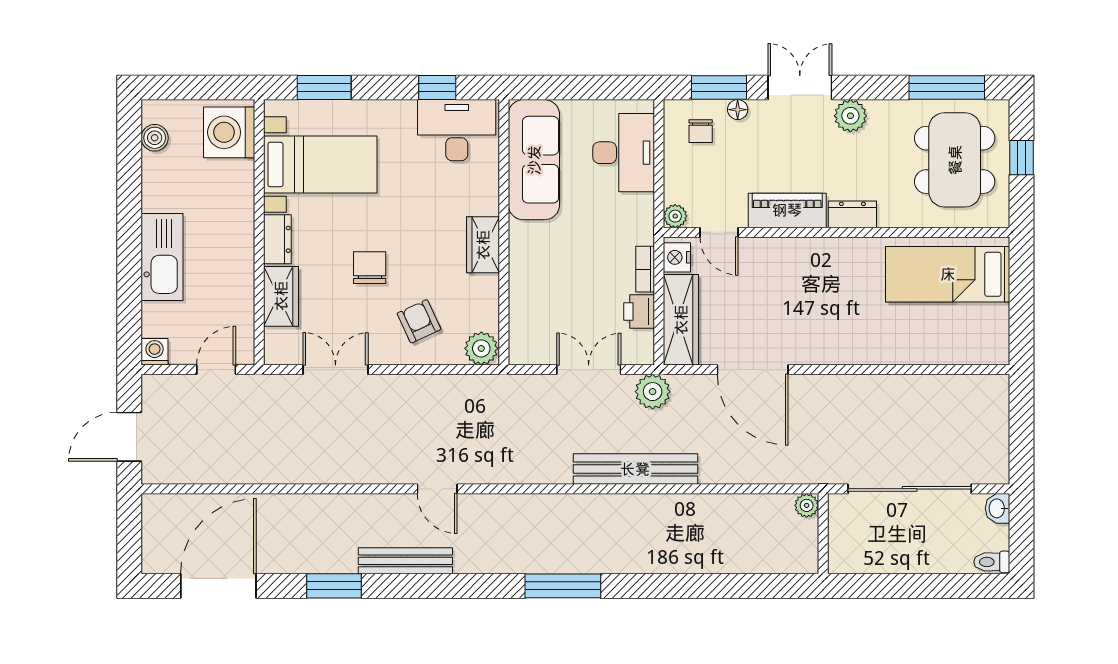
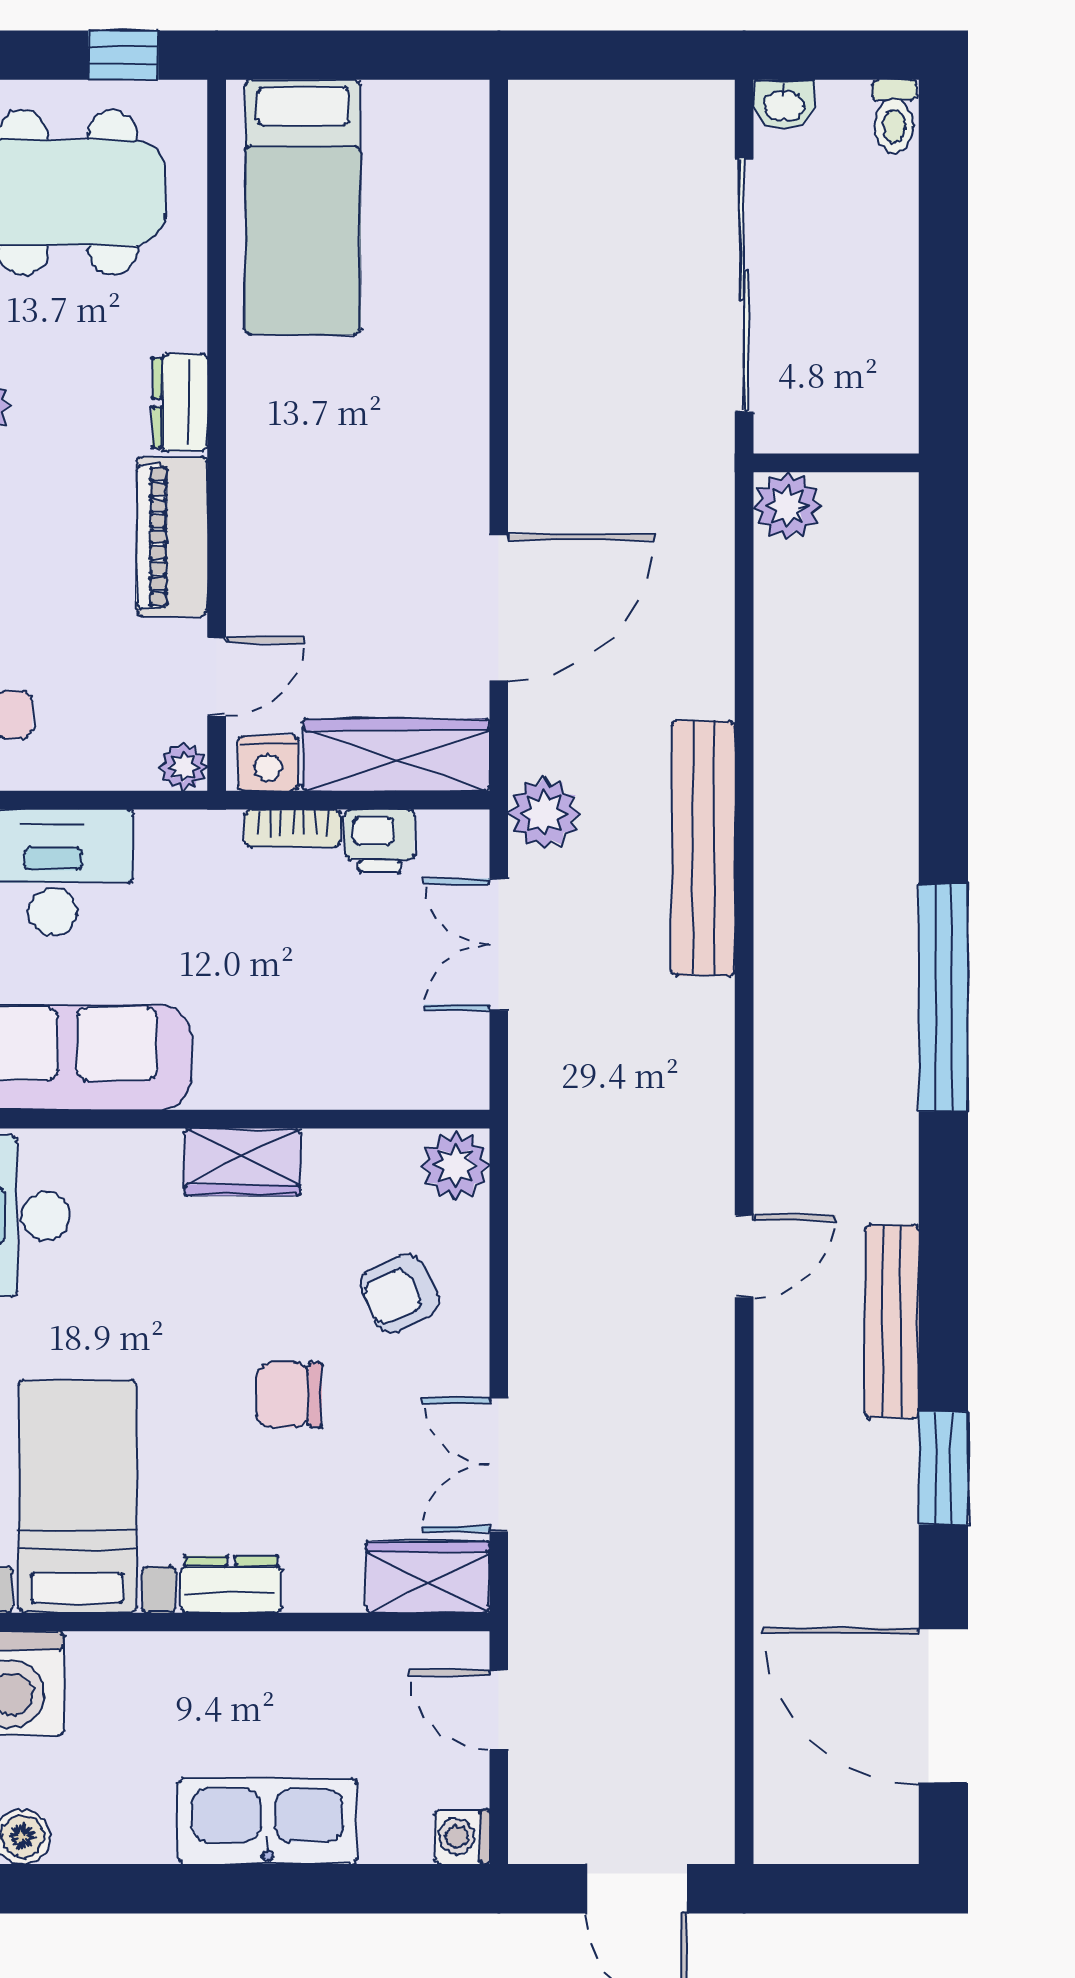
window: (1022, 158) -> (123, 55), moved
wardrobe: (281, 296) -> (428, 1577), moved
plant: (807, 505) -> (787, 506), width x1.38, depth x1.38
window: (563, 586) -> (943, 998), width x1.46

